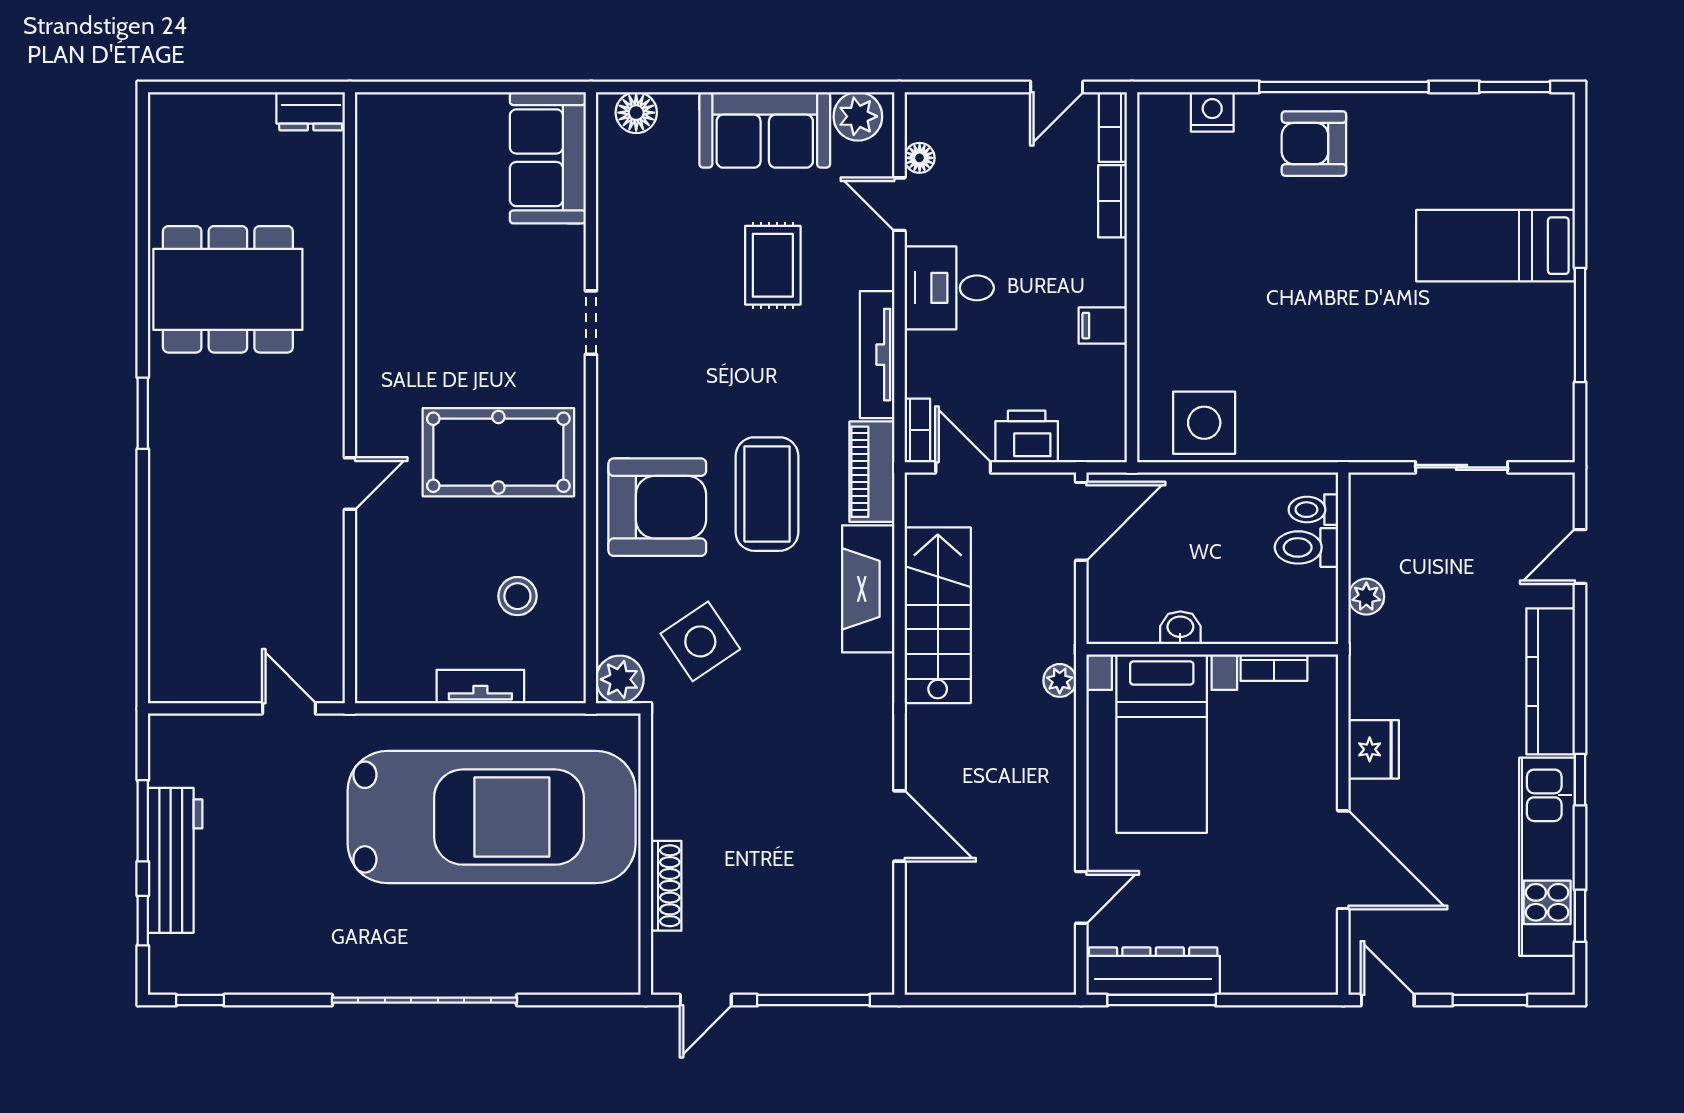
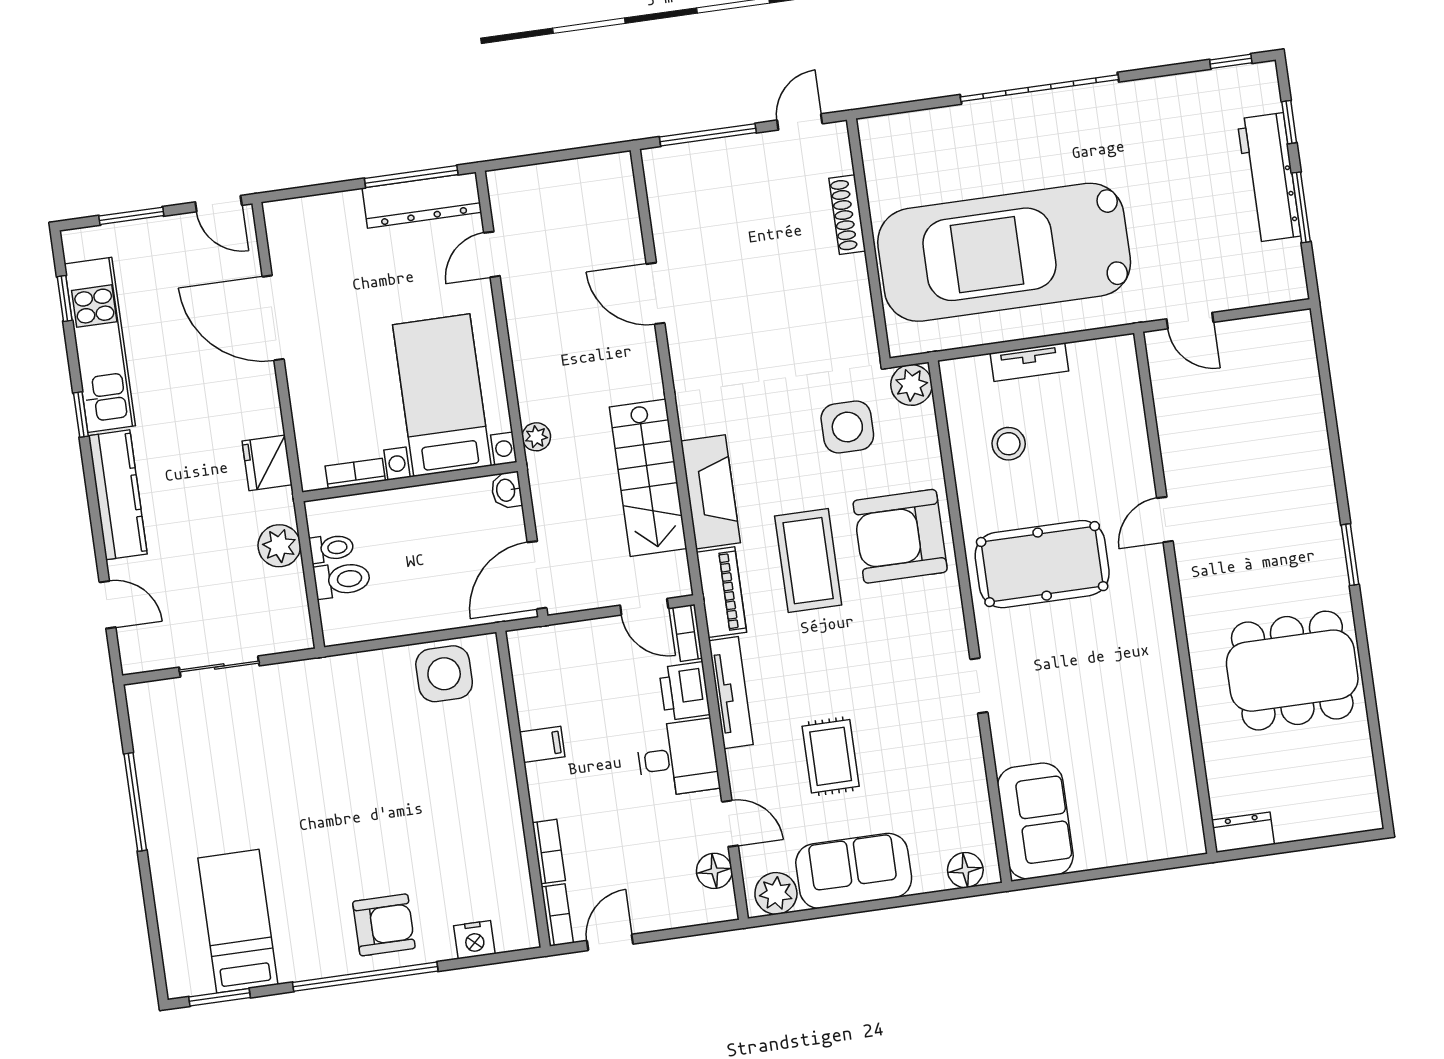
floor lamp: (920, 158) -> (714, 871), width x1.37, depth x1.37
bed: (1496, 246) -> (238, 921), moved, turned -90
printer: (1027, 437) -> (685, 691), moved, turned 90
toilet: (1313, 510) -> (331, 548), moved
door: (1580, 557) -> (108, 605), hinge flipped
plant: (1366, 597) -> (279, 546), width x1.38, depth x1.38
washbasin: (1180, 628) -> (506, 490), moved, turned 90
side table: (700, 641) -> (847, 427), turned 34
fridge: (1374, 749) -> (267, 463), moved

